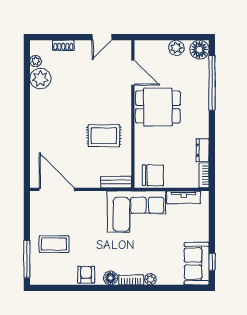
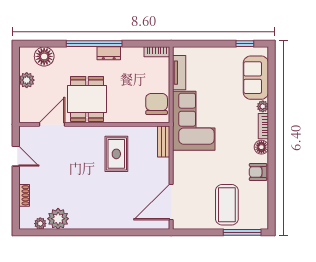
floor lamp: (199, 50) -> (44, 56), moved
window: (212, 83) -> (94, 44), moved
dresser: (203, 150) -> (109, 53), moved
coffee table: (54, 244) -> (227, 205), width x1.36, depth x1.32
sofa: (197, 264) -> (256, 78), moved, turned 90

